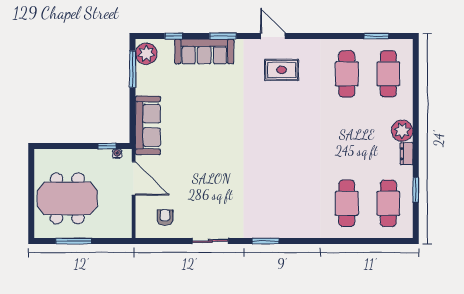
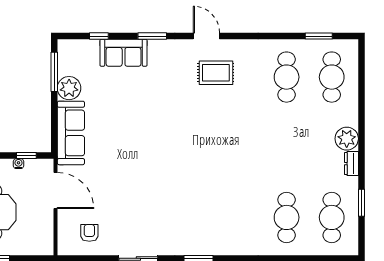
sofa: (204, 51) -> (124, 53), width x0.73
plant: (146, 54) -> (69, 88), moved
water cooler: (117, 154) -> (18, 164), moved

